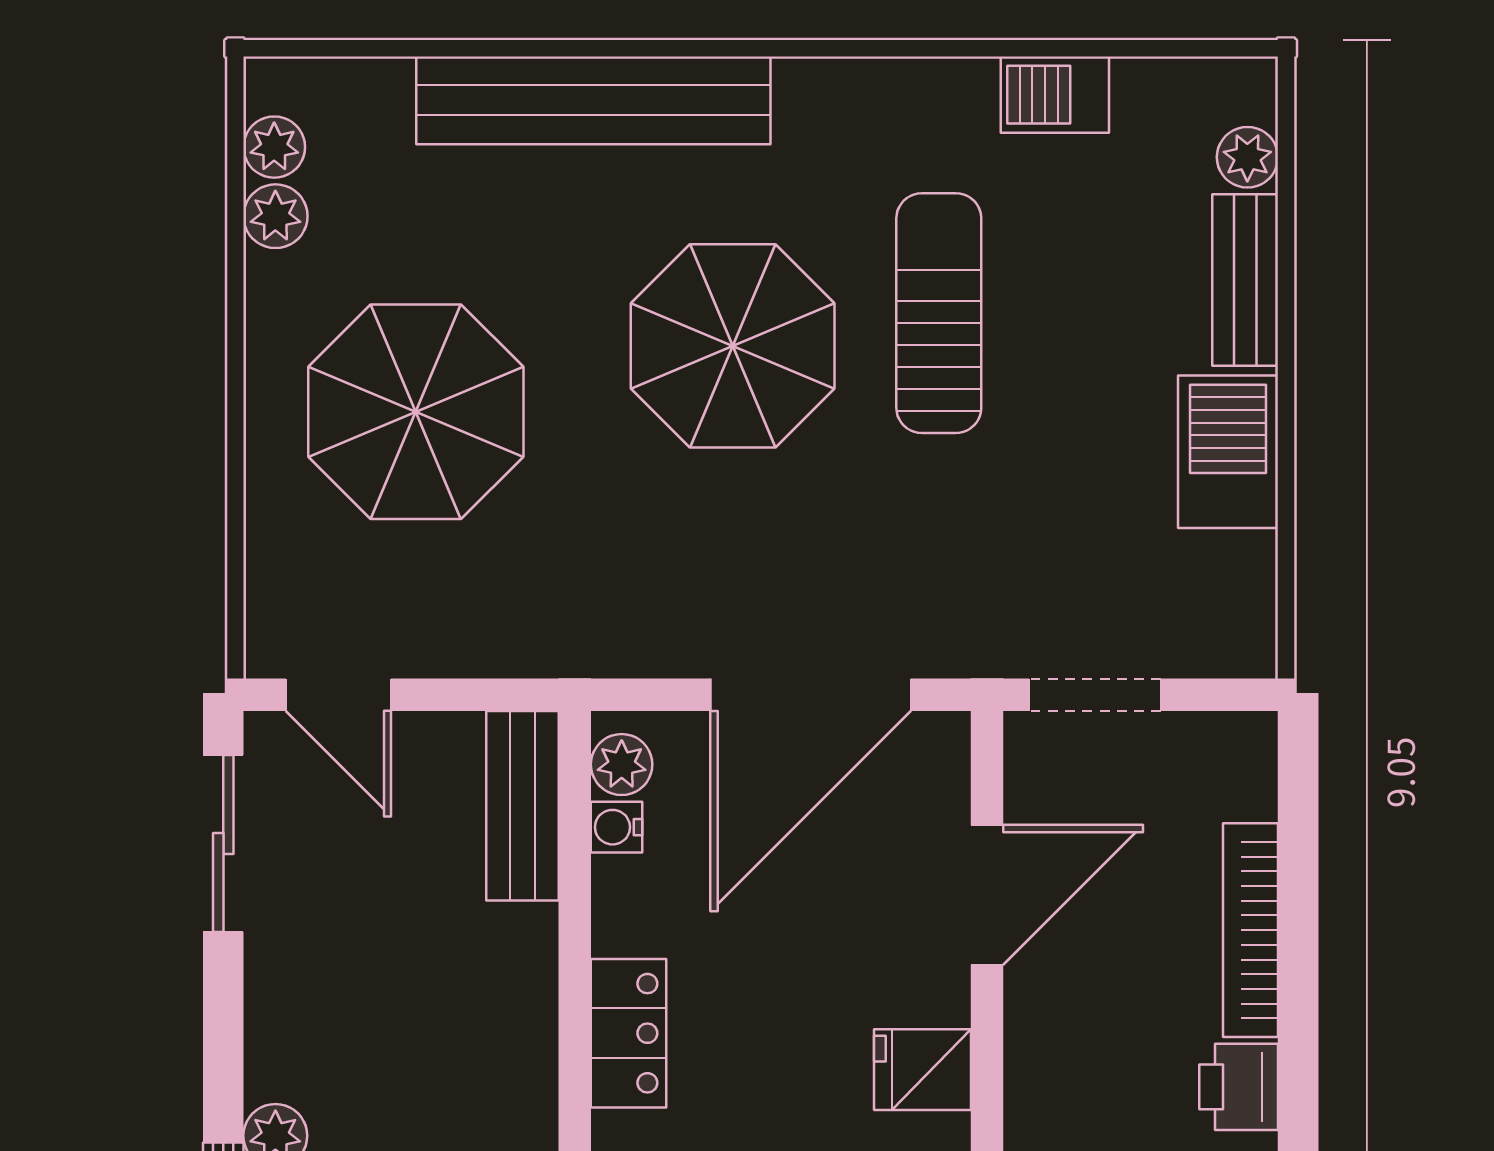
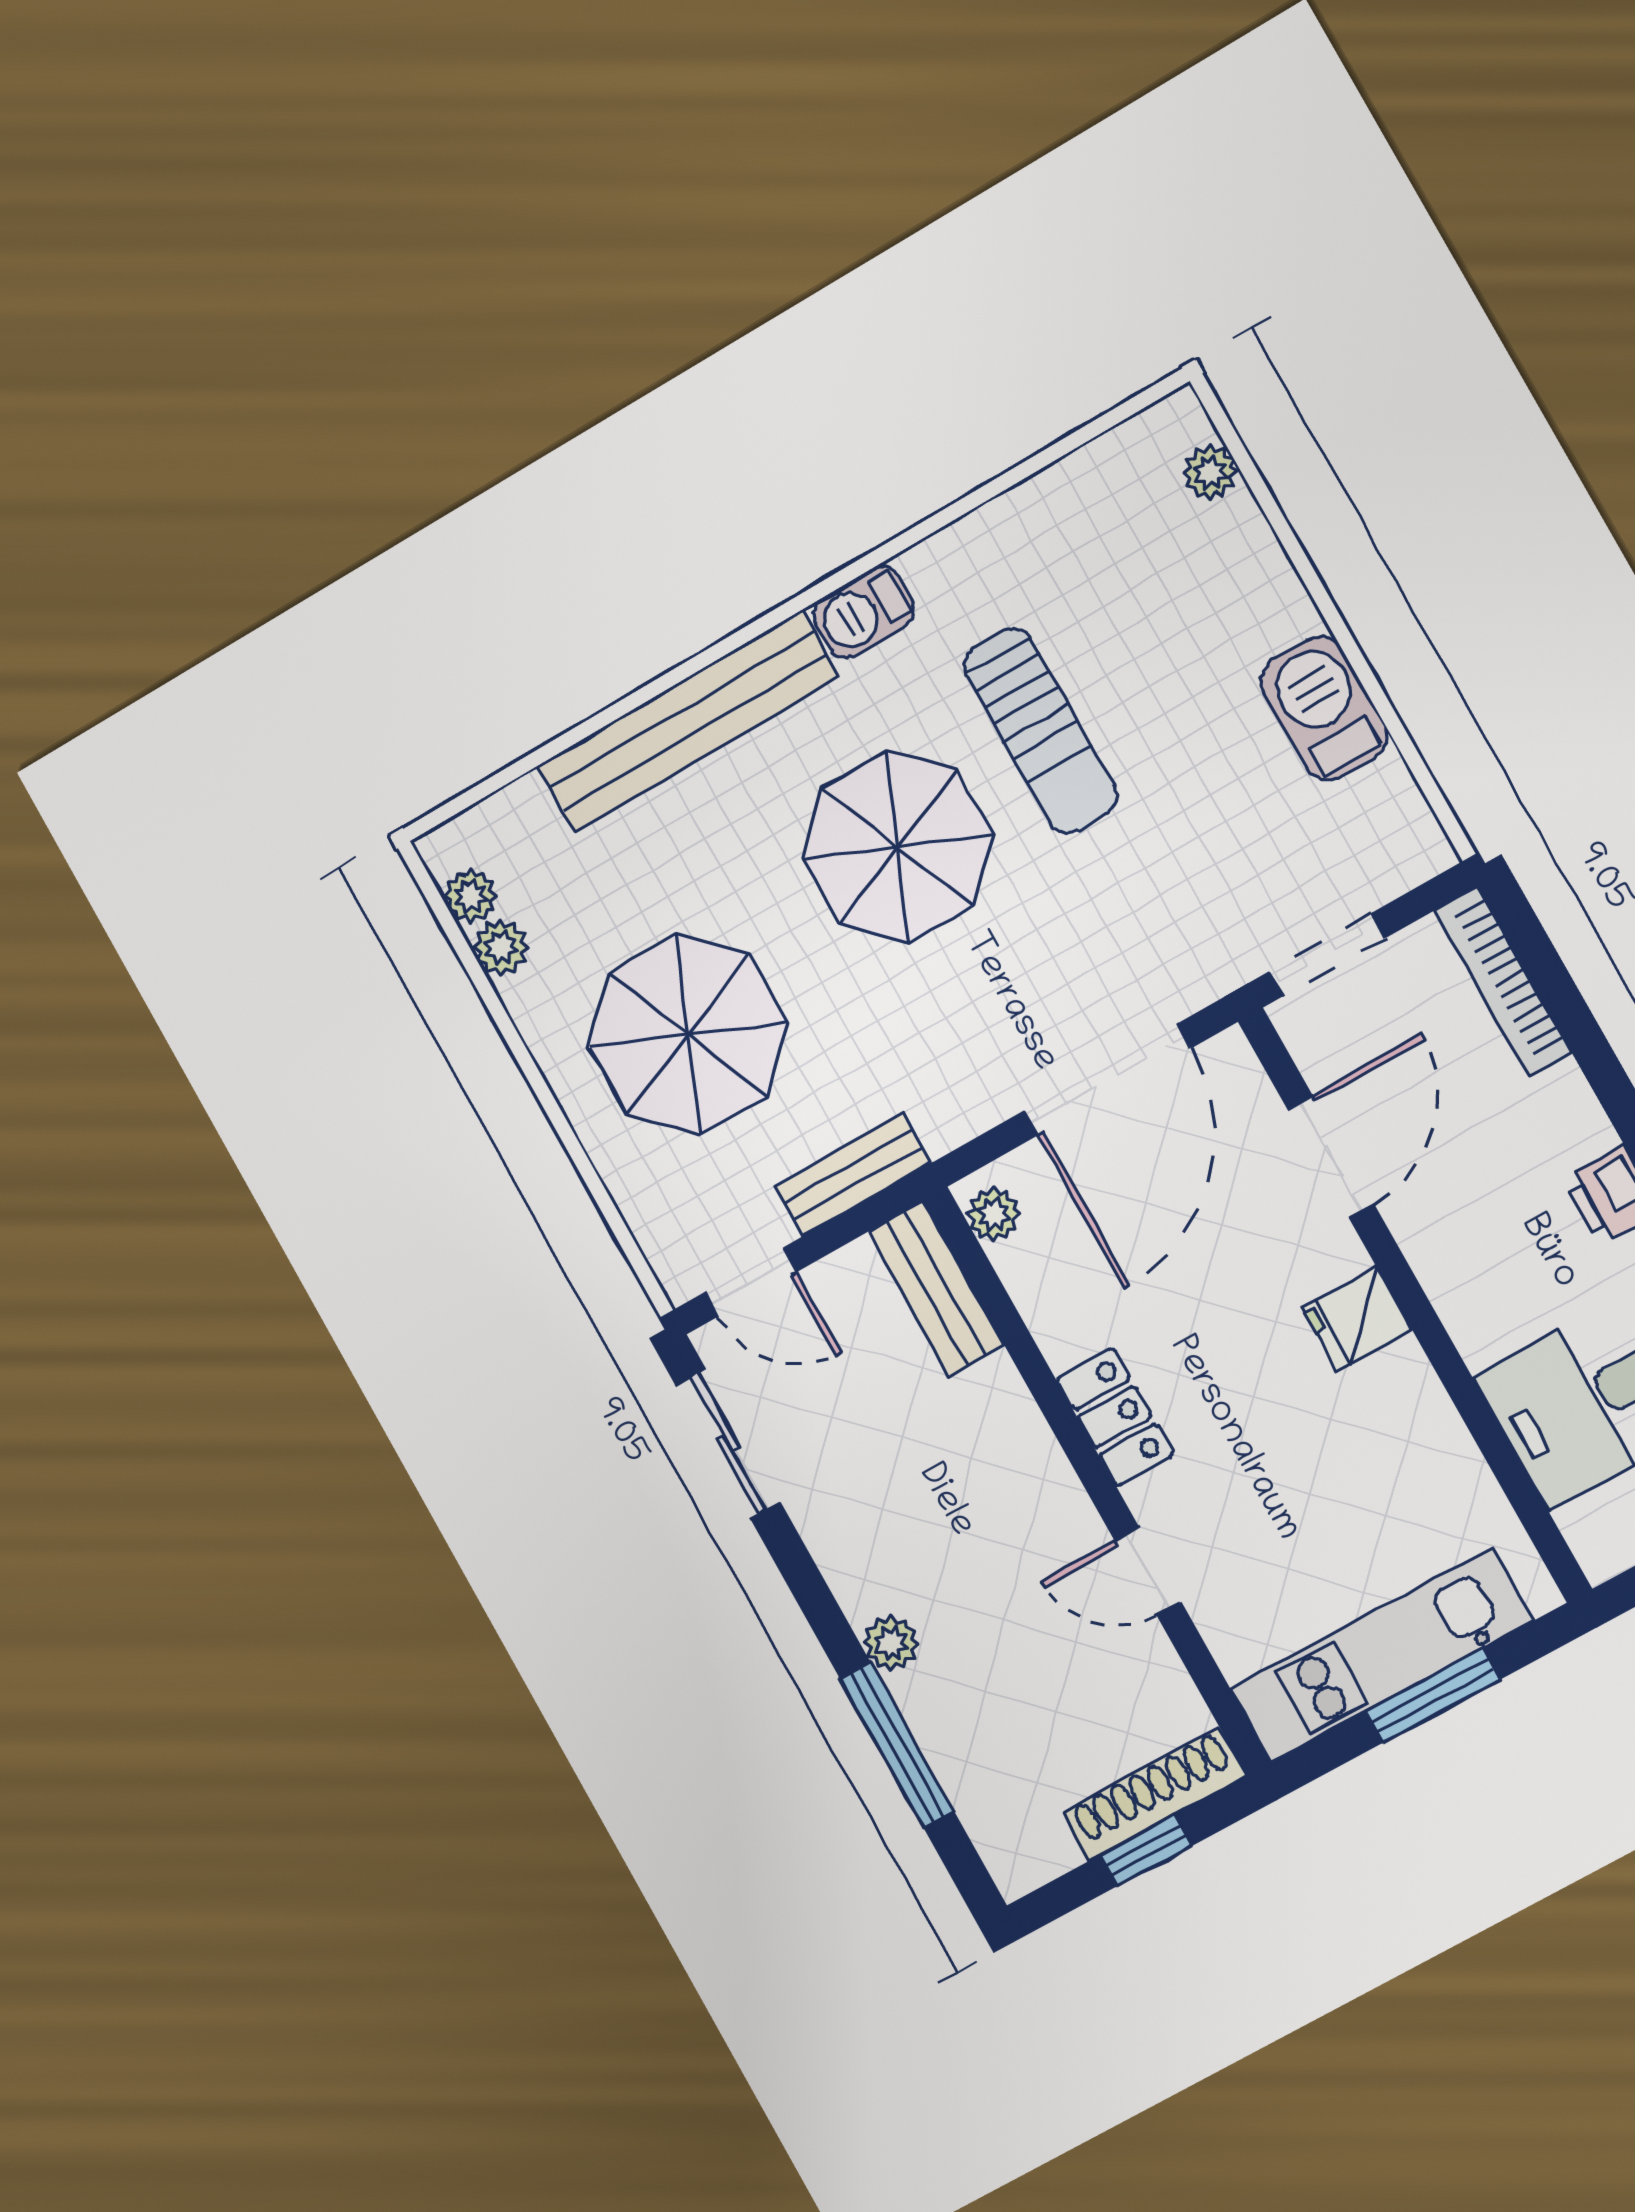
barbecue: (1055, 95) -> (864, 612), moved
bench: (1245, 280) -> (853, 1175), moved, turned 90
sun lounger: (939, 313) -> (1040, 731), turned 180
water cooler: (617, 827) -> (1017, 1264), removed
bookcase: (1250, 930) -> (1503, 981), moved

